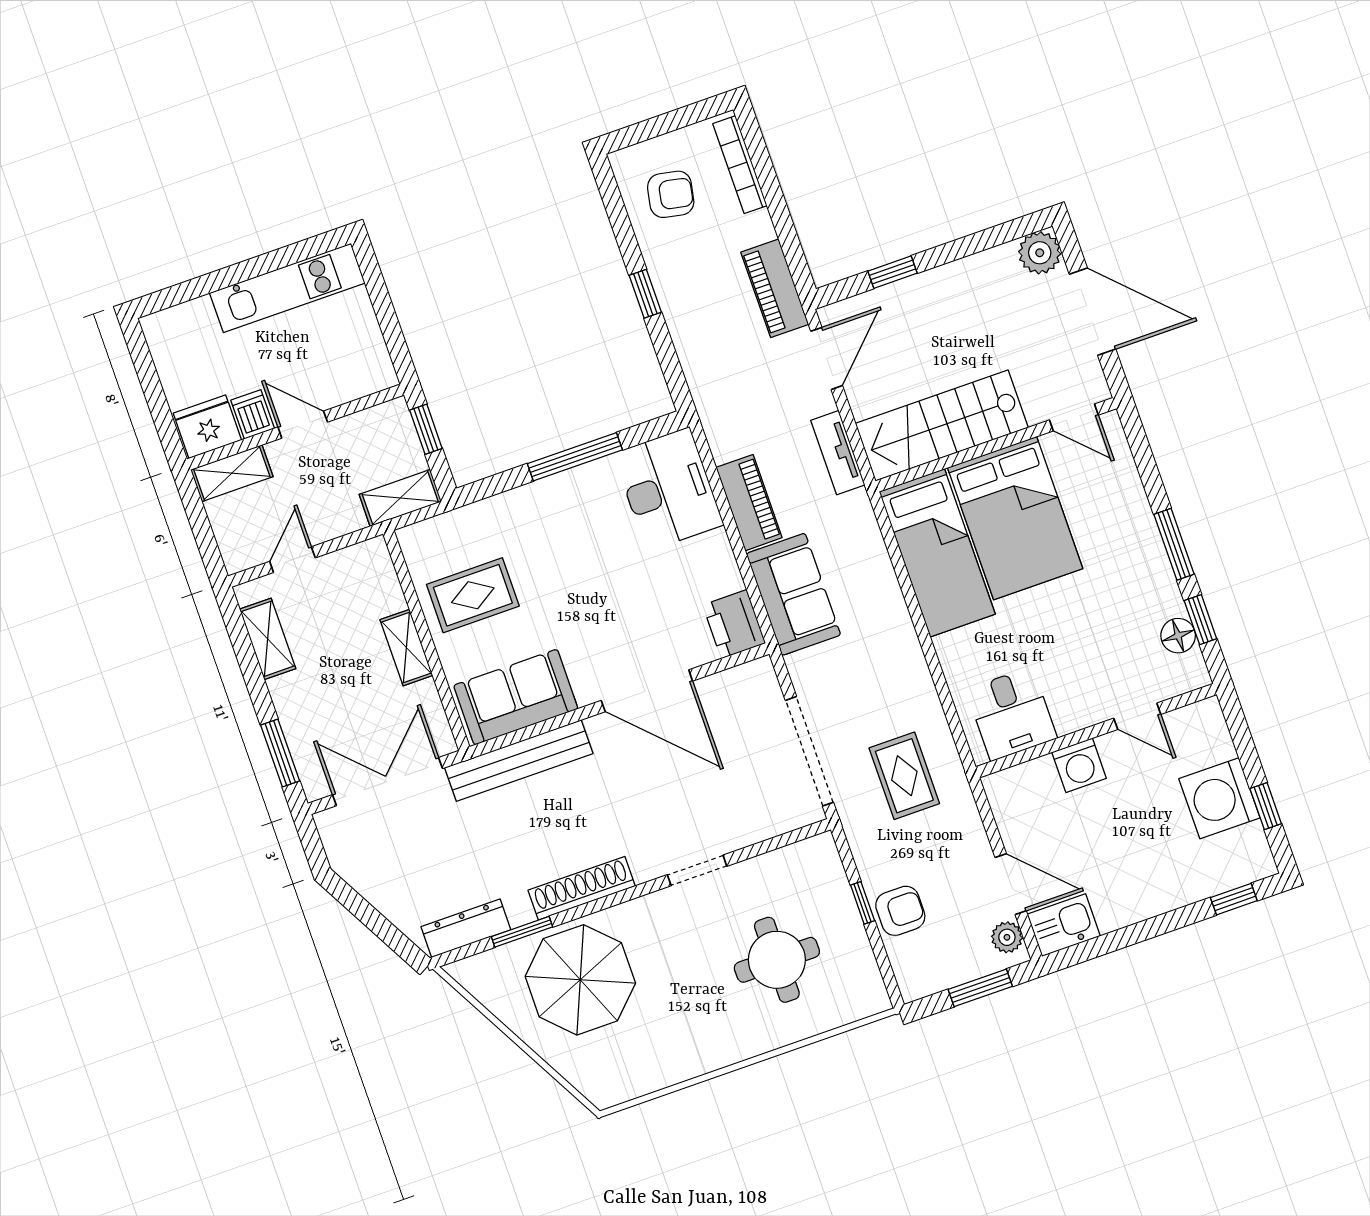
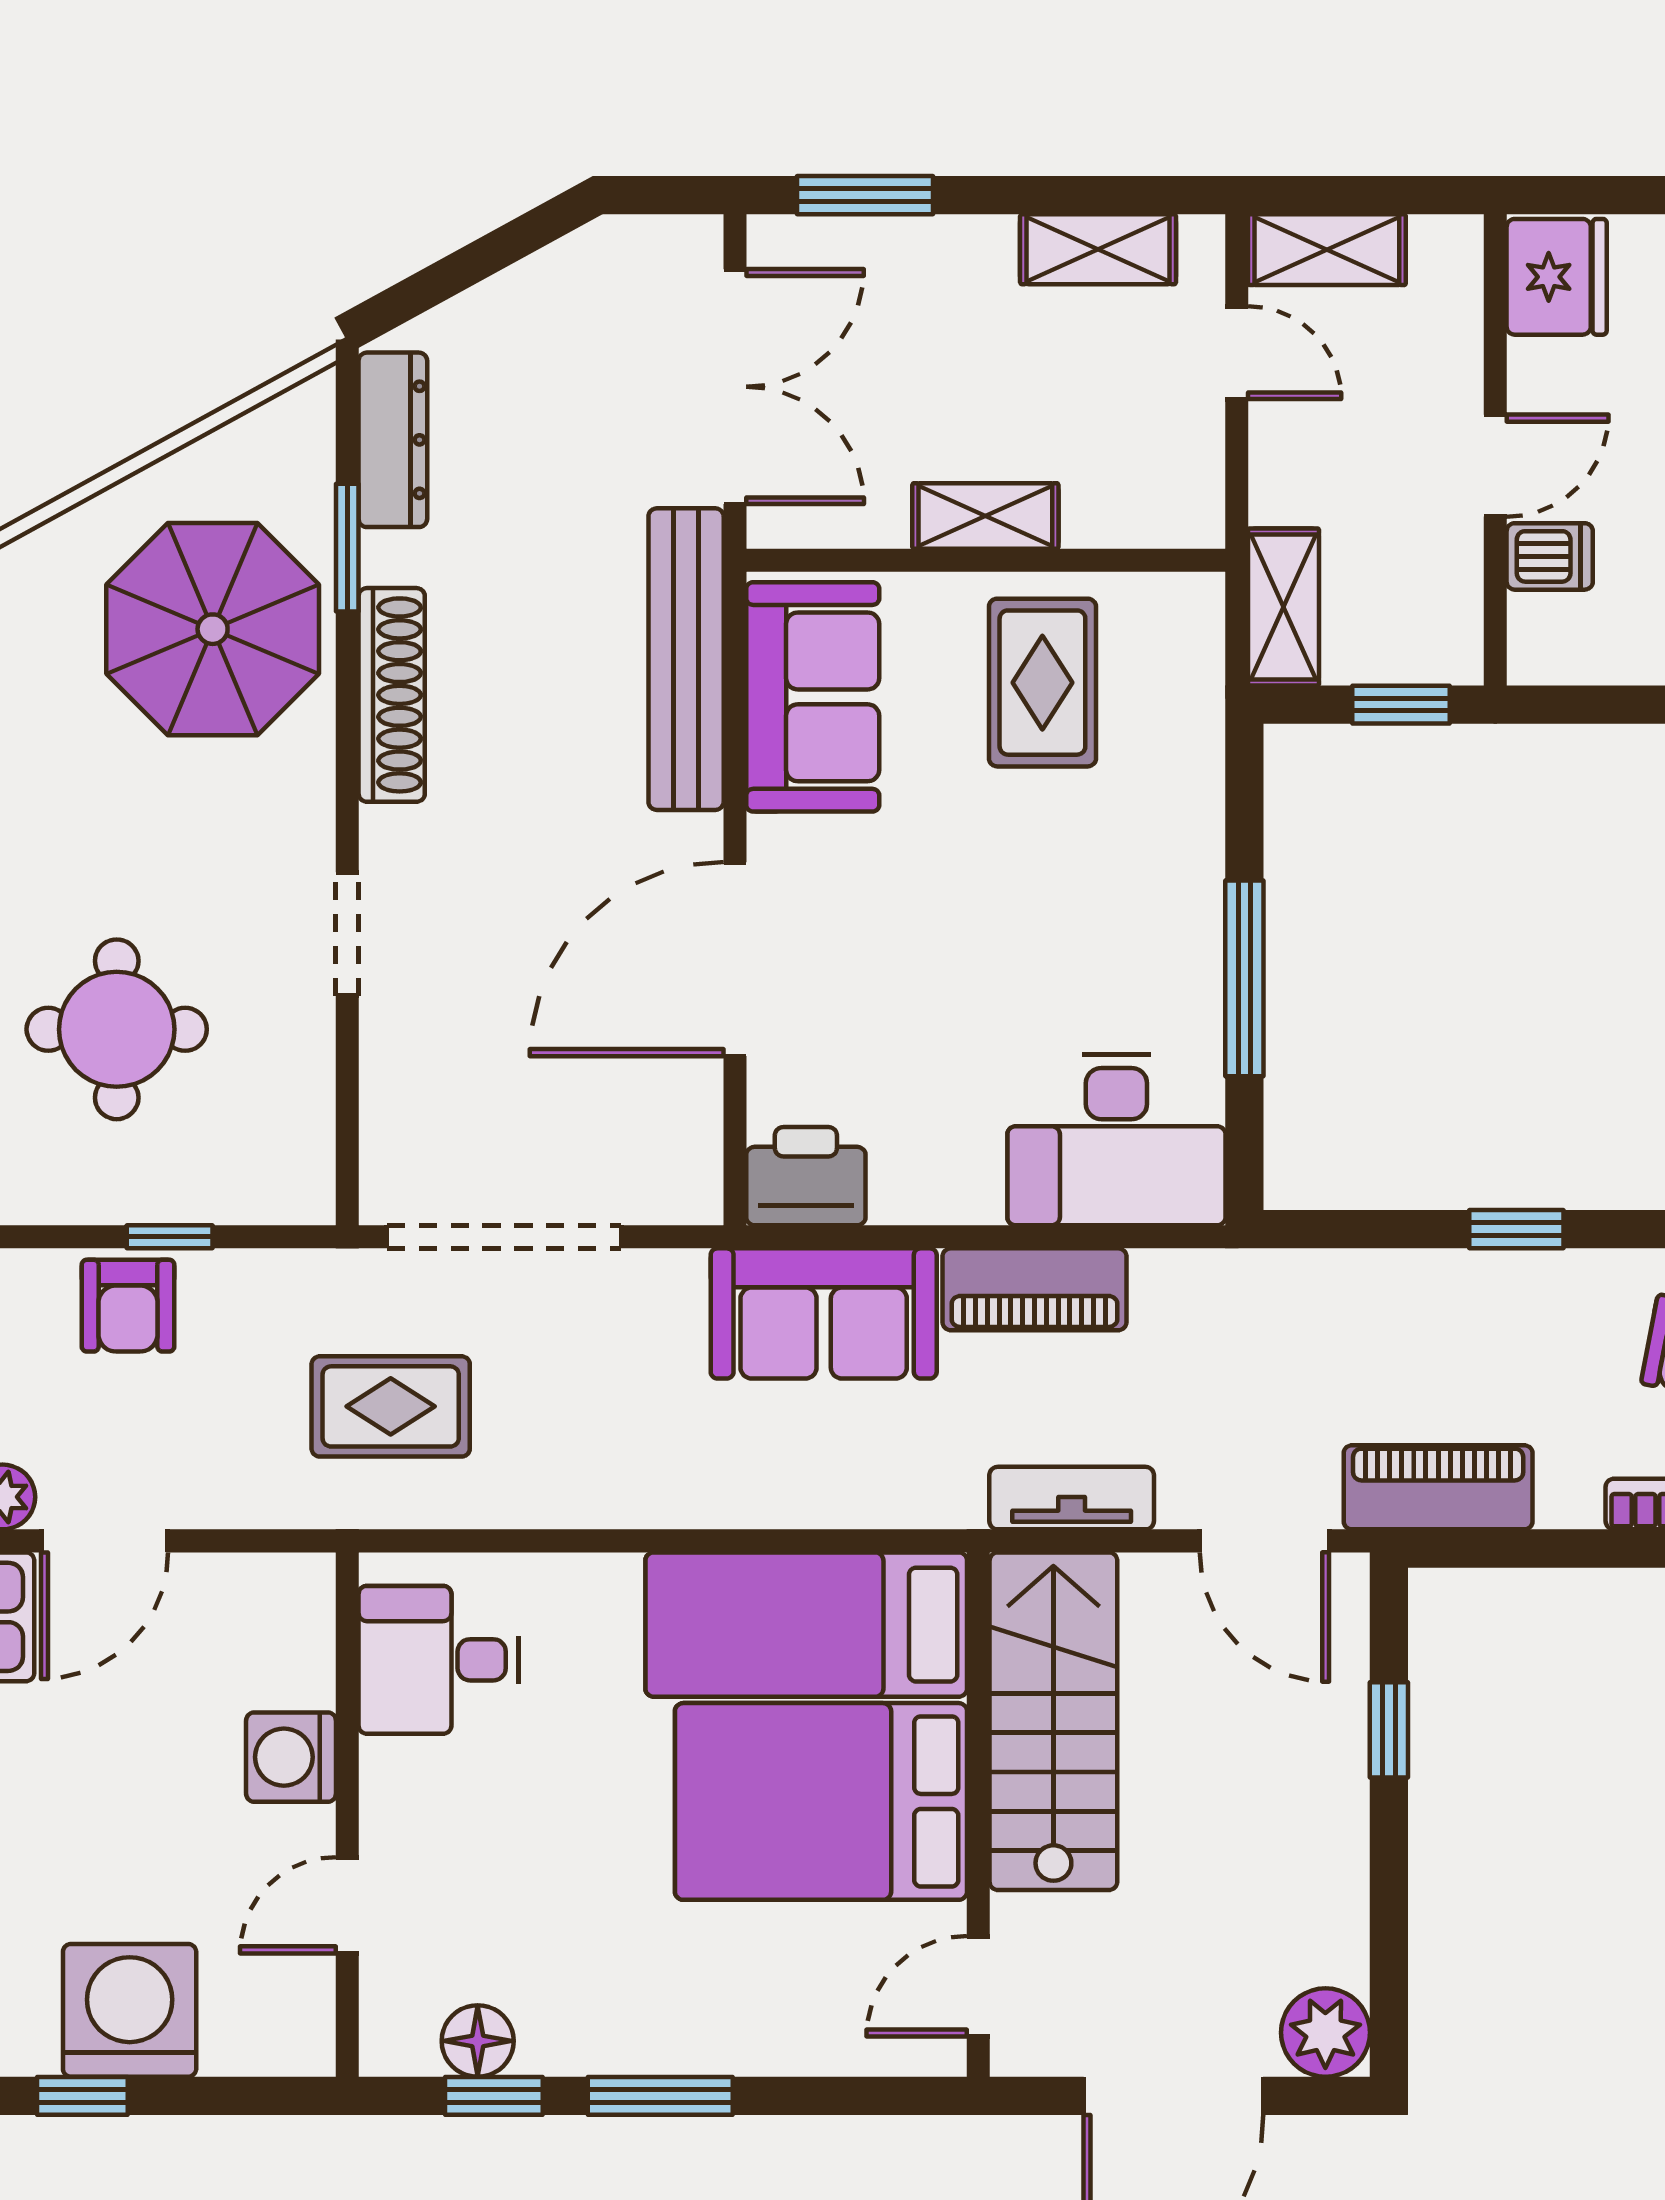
dishwasher: (253, 414) -> (1550, 556), moved
shelving: (232, 473) -> (1327, 250), moved, turned 90

